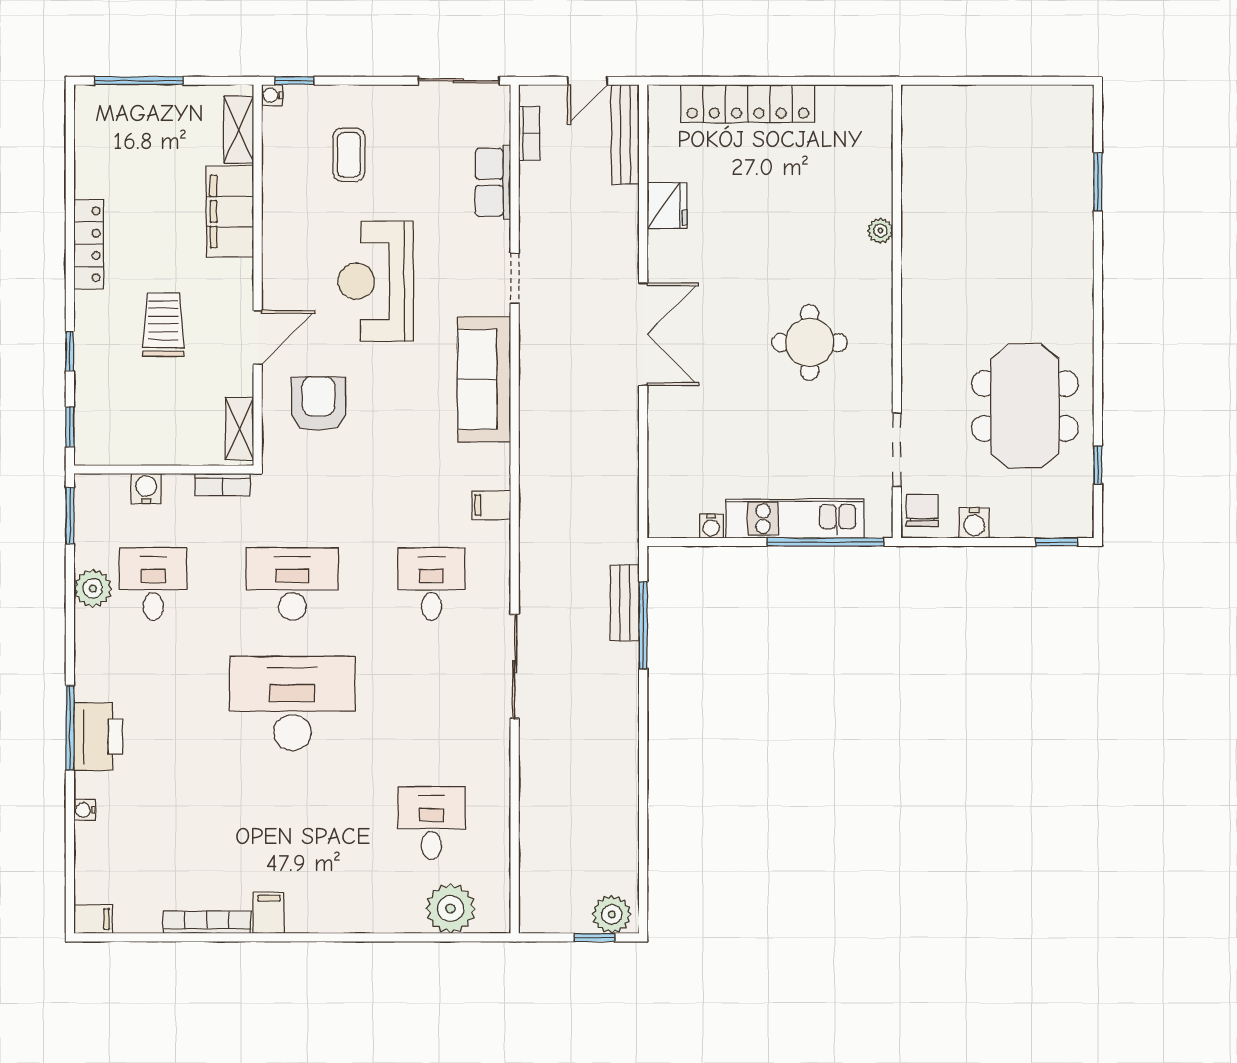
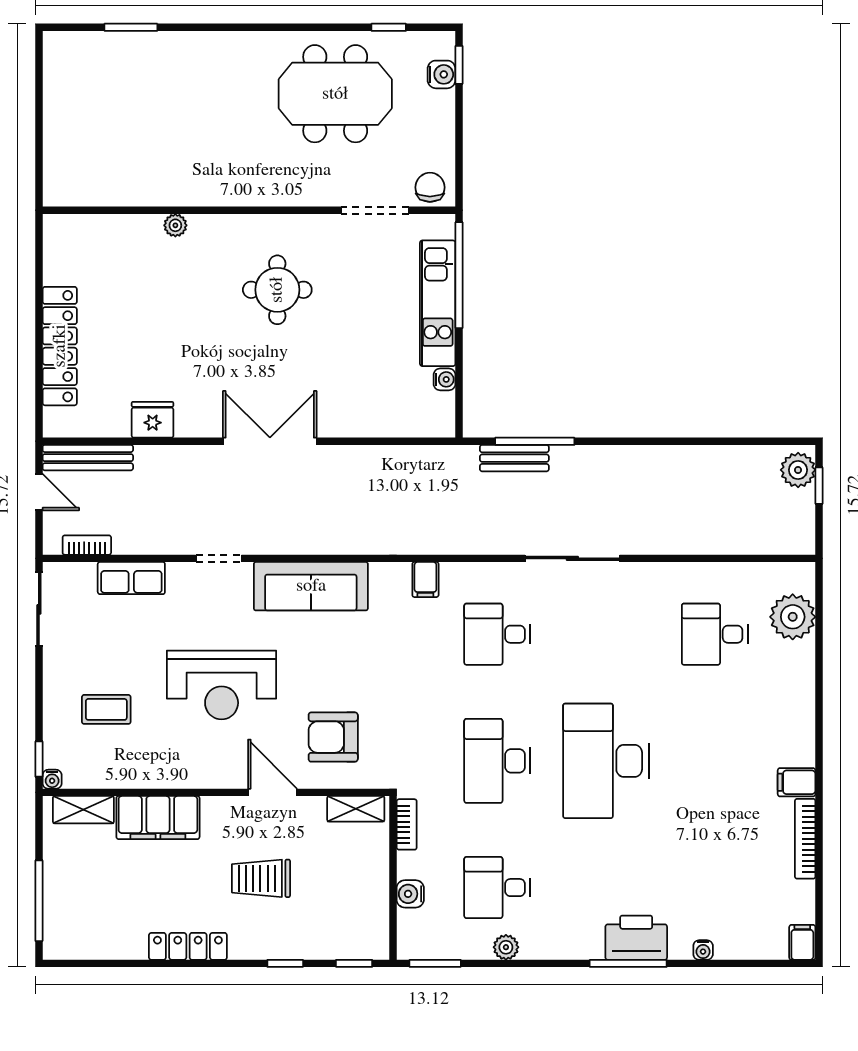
chair: (922, 510) -> (430, 187), turned 90
water cooler: (974, 523) -> (442, 74), moved
plant: (93, 588) -> (506, 947), width x0.73, depth x0.73

